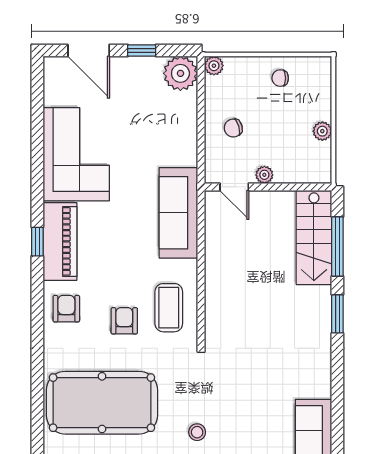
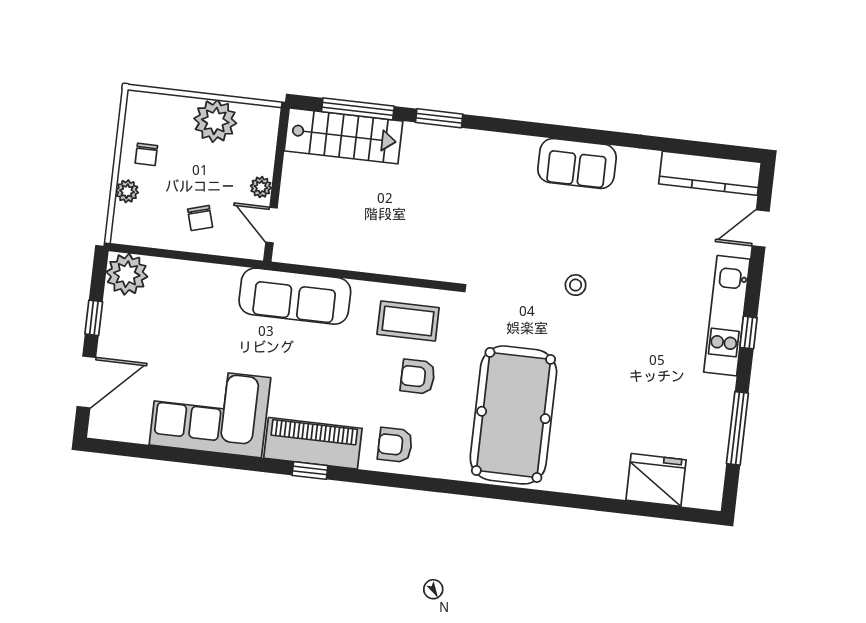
plant: (214, 66) -> (127, 191), moved
plant: (322, 131) -> (215, 121), width x1.87, depth x1.87
door: (234, 187) -> (271, 225), swing flipped
stool: (197, 432) -> (576, 285), moved

